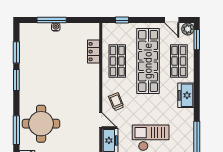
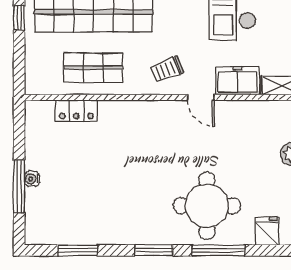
window: (122, 20) -> (19, 18), moved
window: (16, 80) -> (154, 250), moved
door: (101, 120) -> (201, 97), swing flipped

